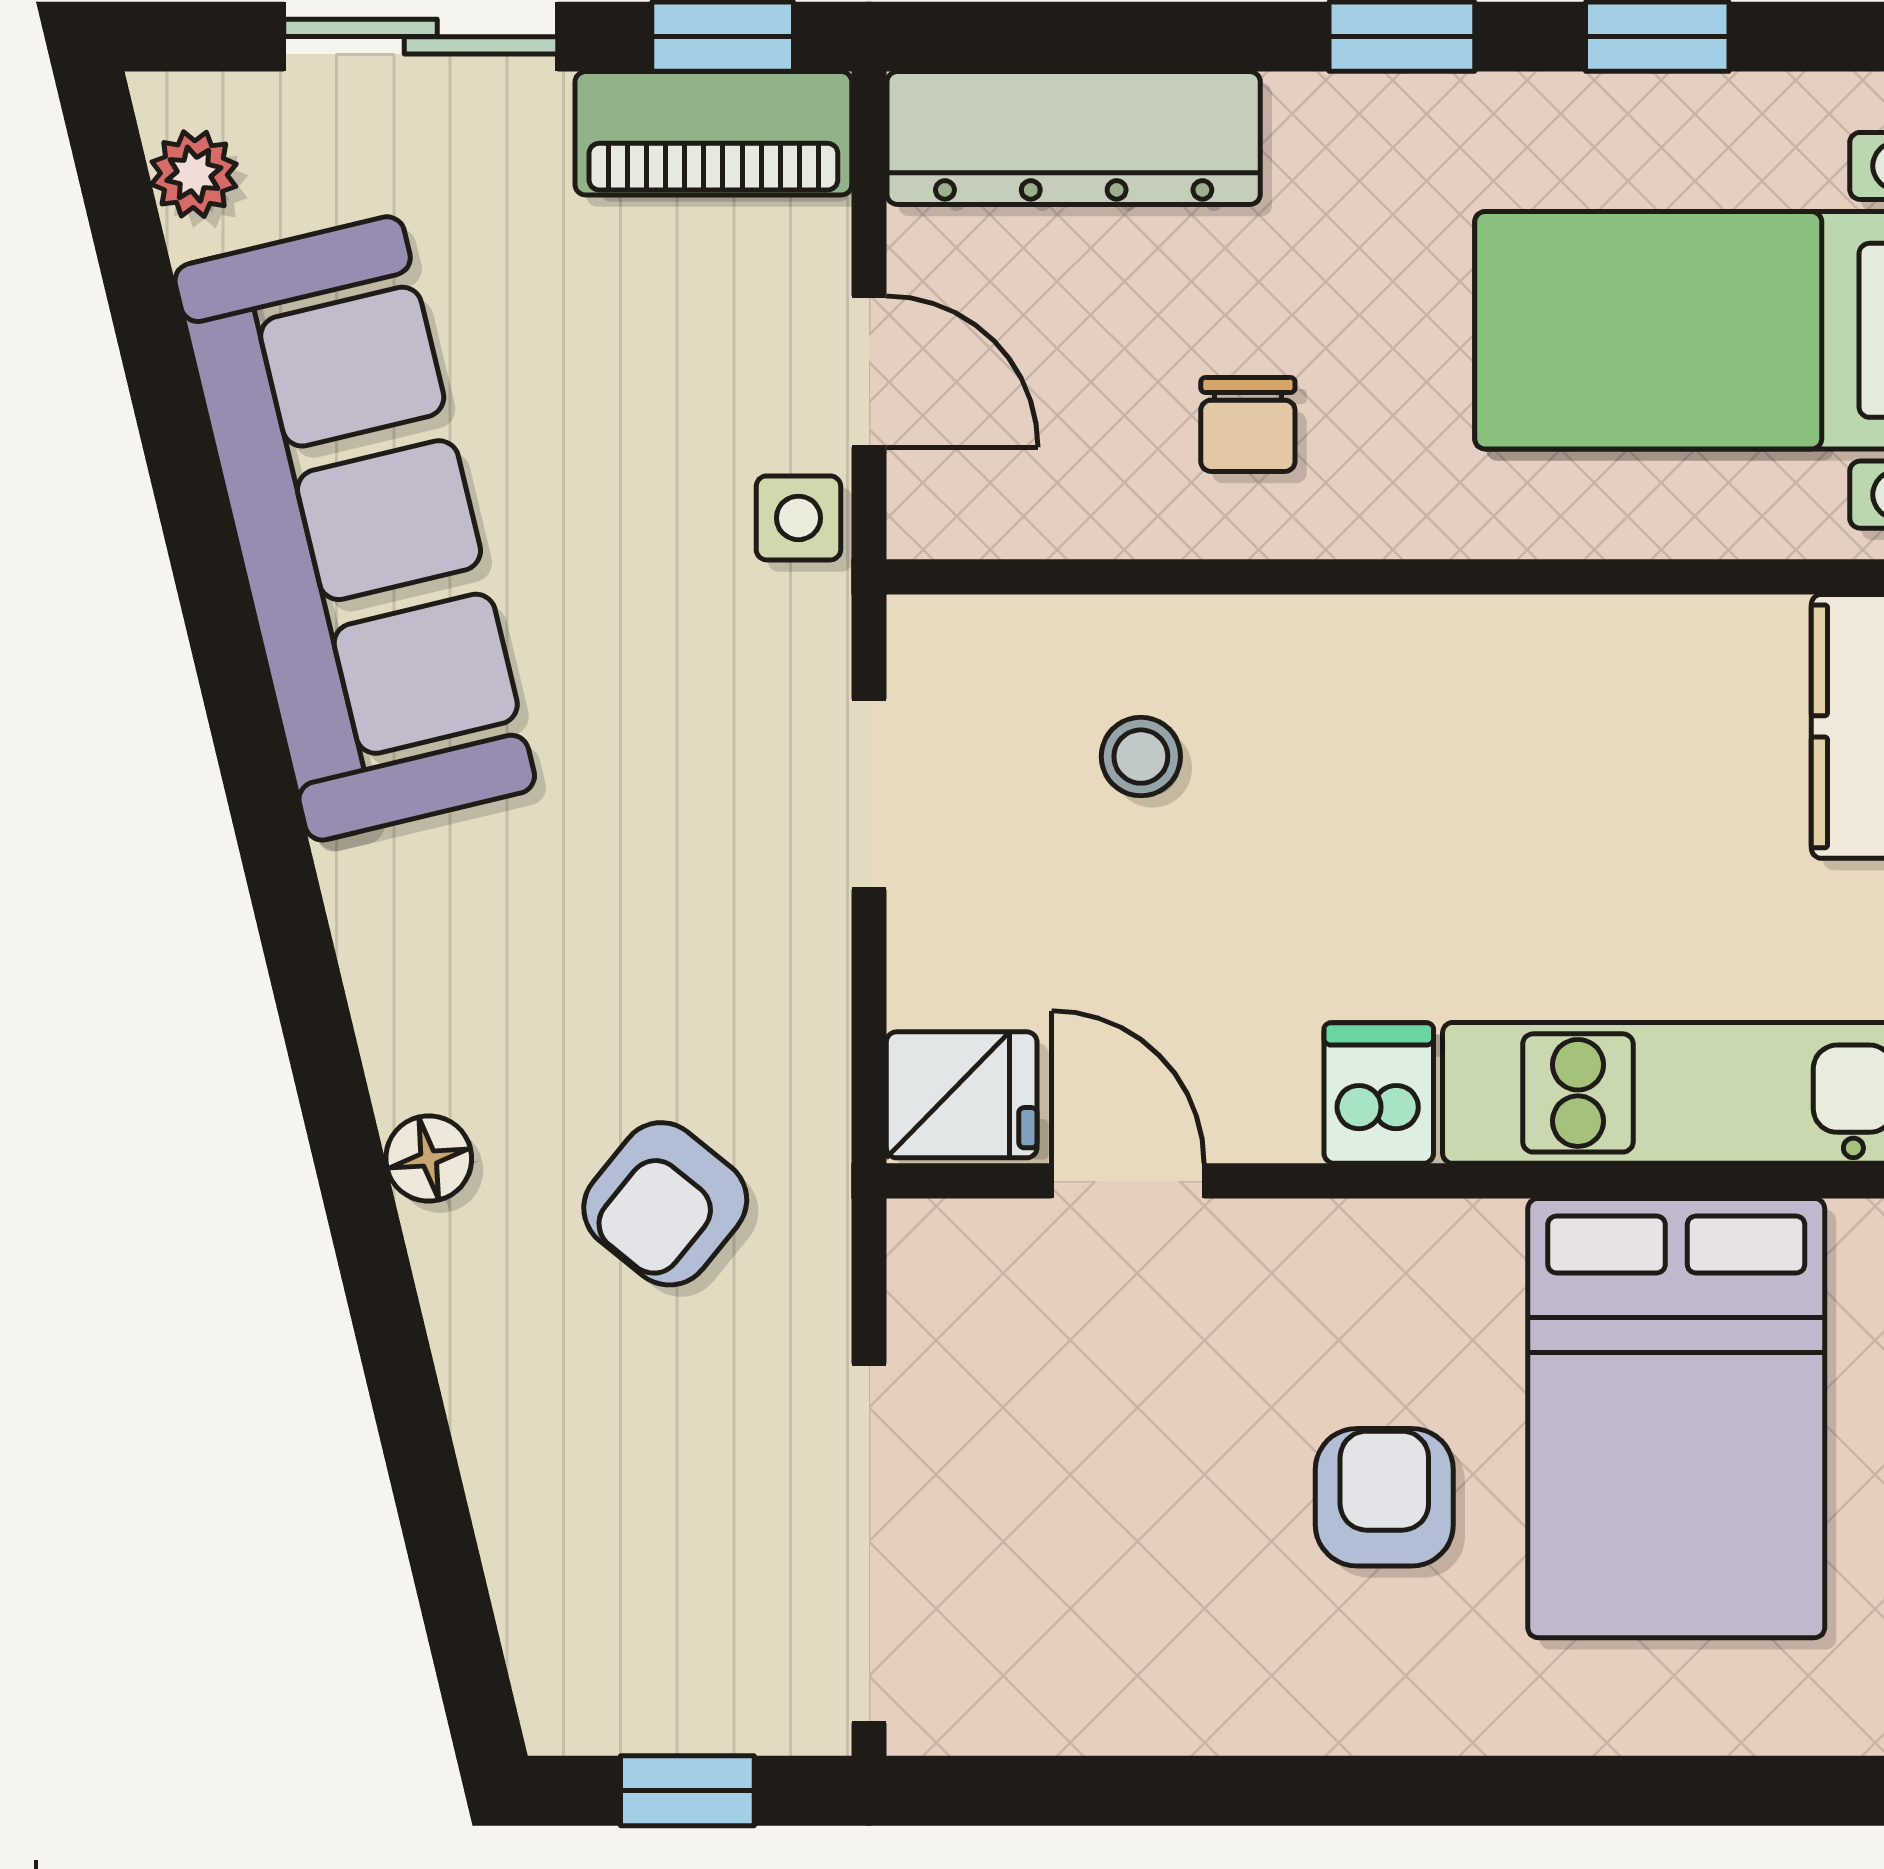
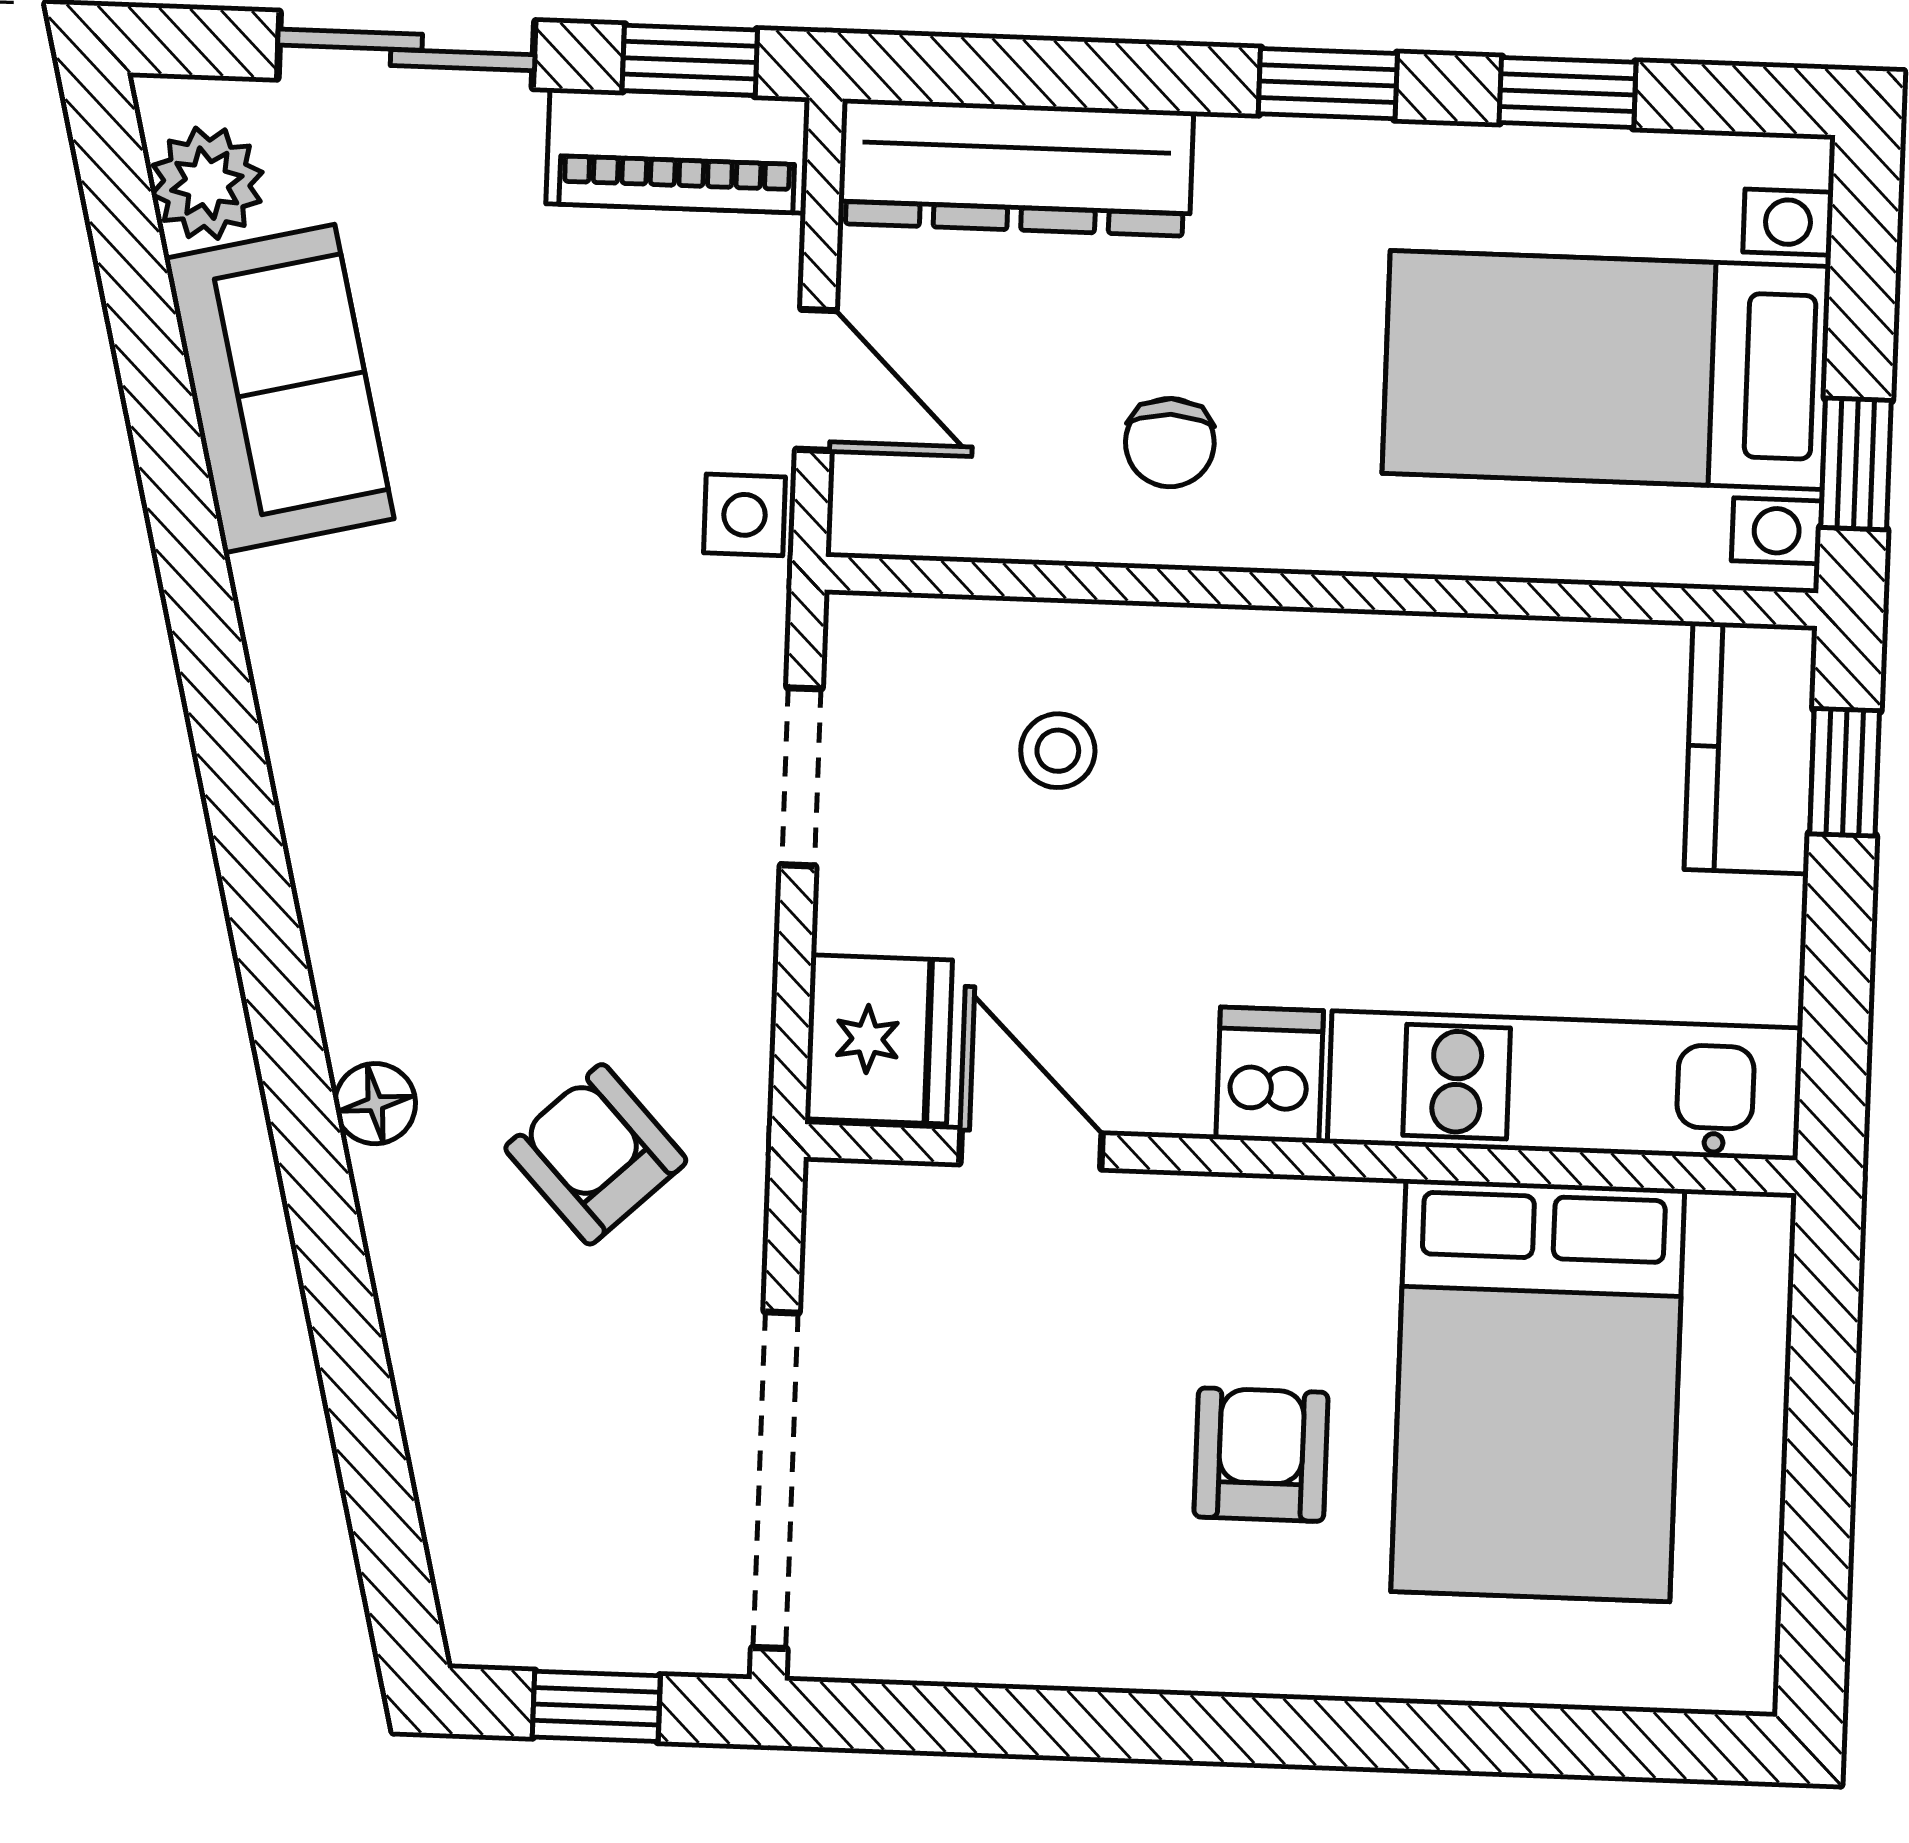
plant: (194, 174) -> (207, 183), width x1.38, depth x1.38
sofa: (355, 528) -> (279, 389), width x0.54, depth x0.79
fridge: (962, 1095) -> (879, 1039), width x1.38
armchair: (665, 1204) -> (596, 1154), turned 98

